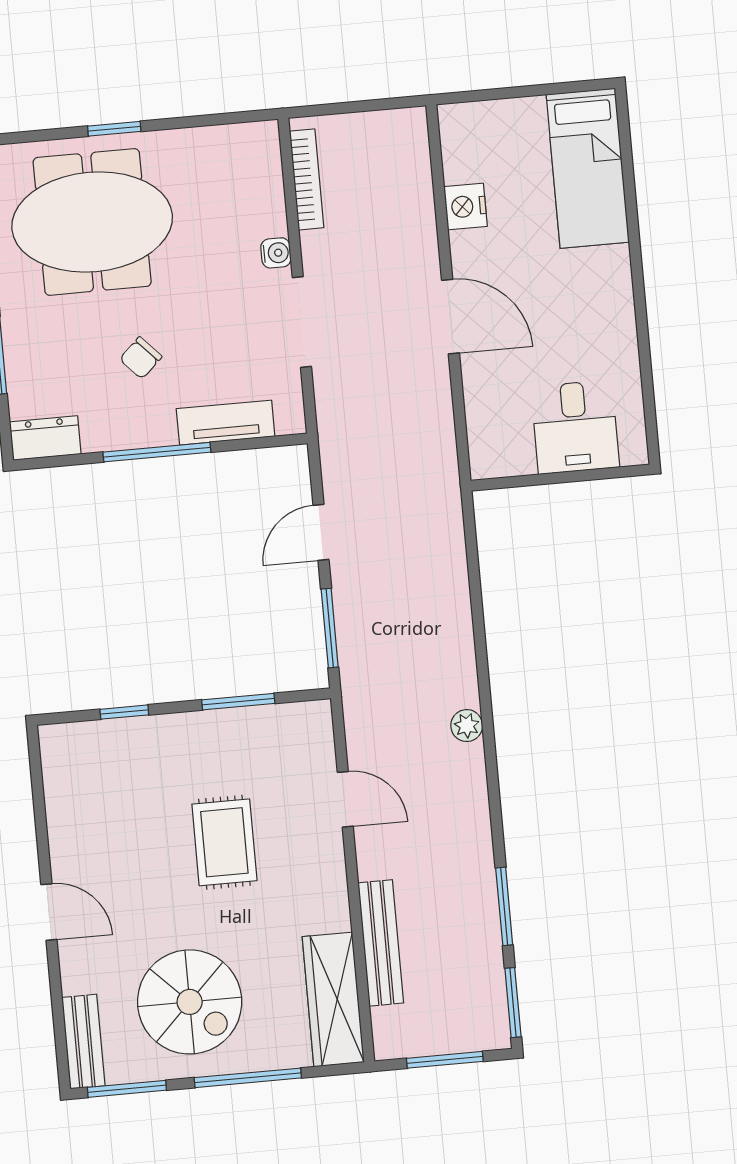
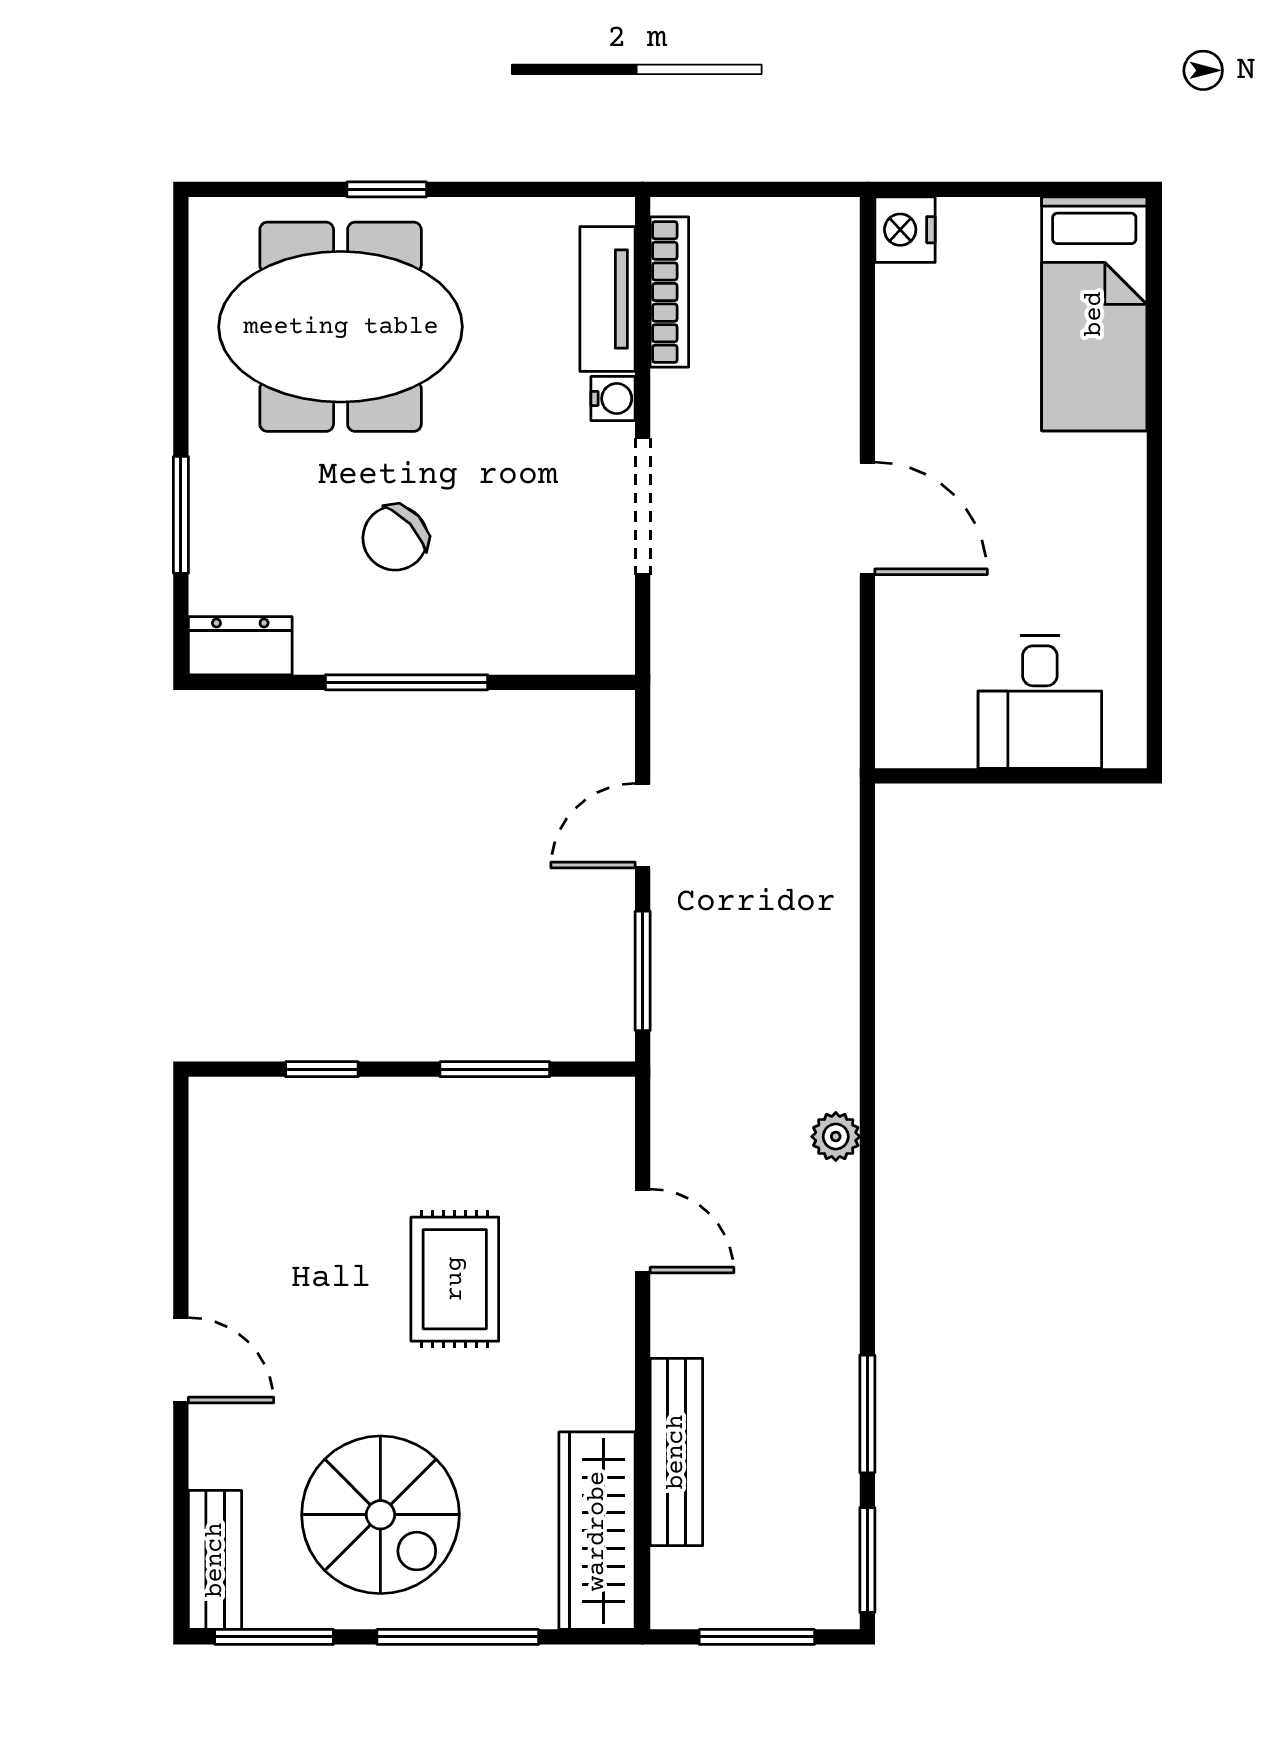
nightstand: (466, 207) -> (905, 230), moved
chair: (141, 358) -> (395, 538), width x1.37, depth x1.37
tv unit: (226, 423) -> (608, 299), moved, turned -90

